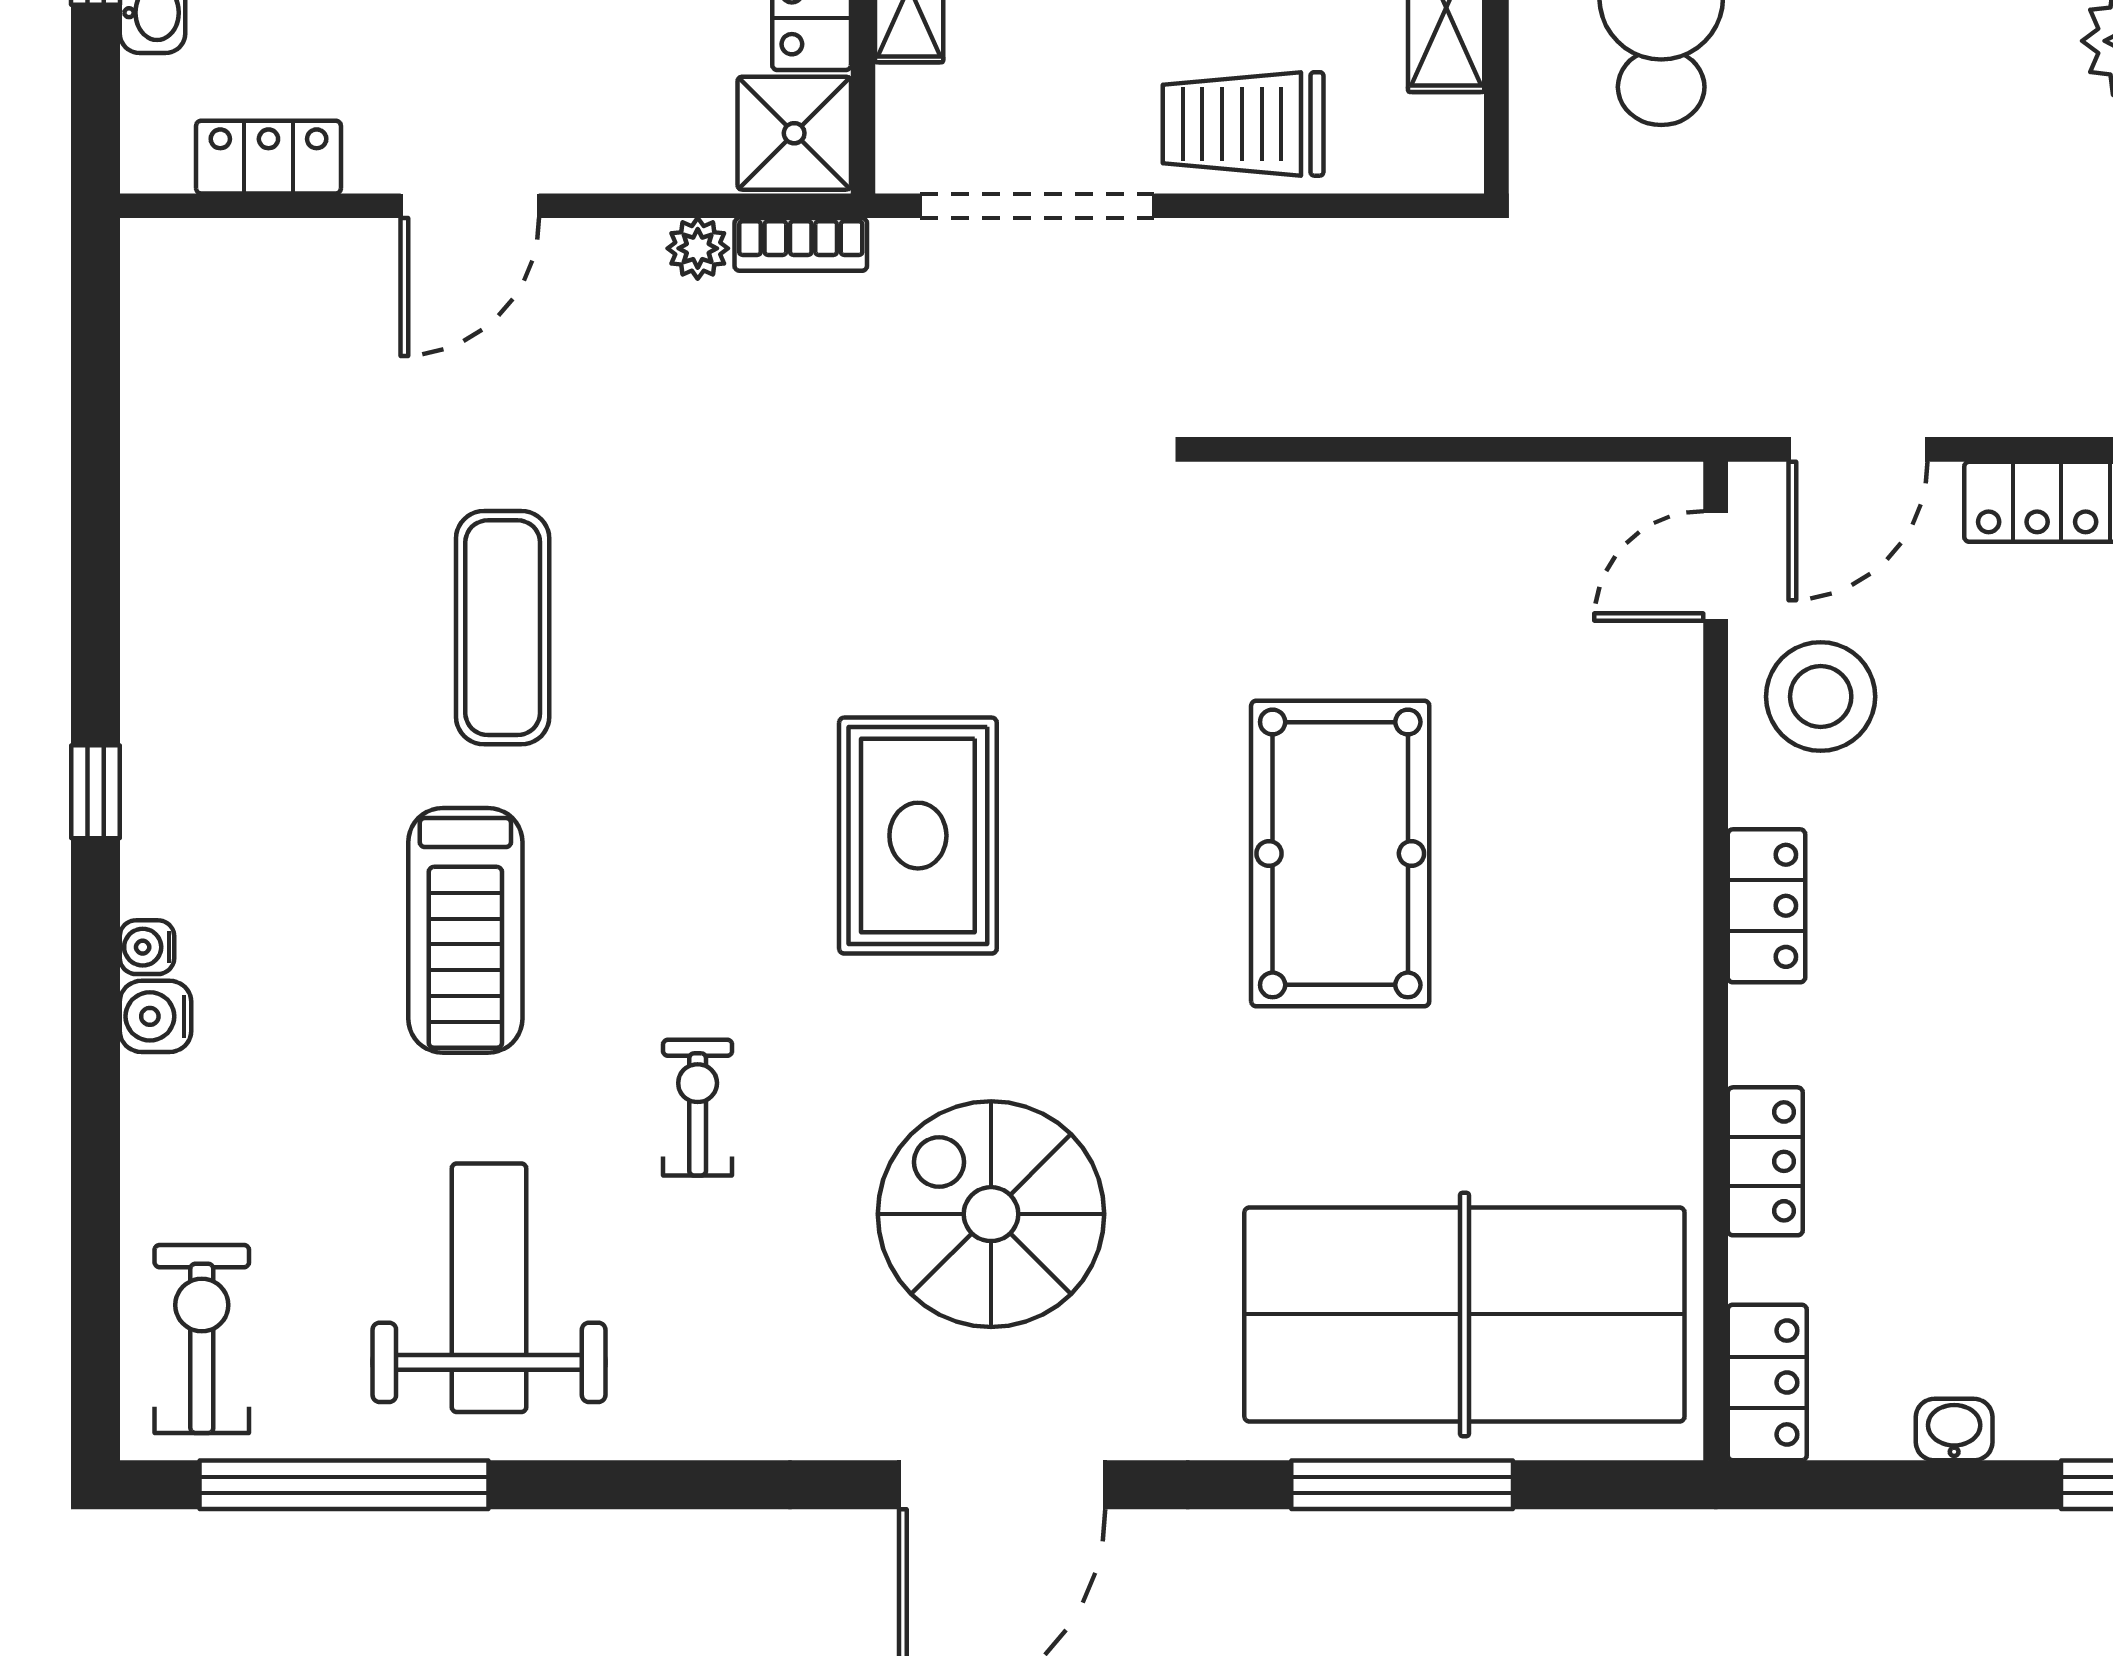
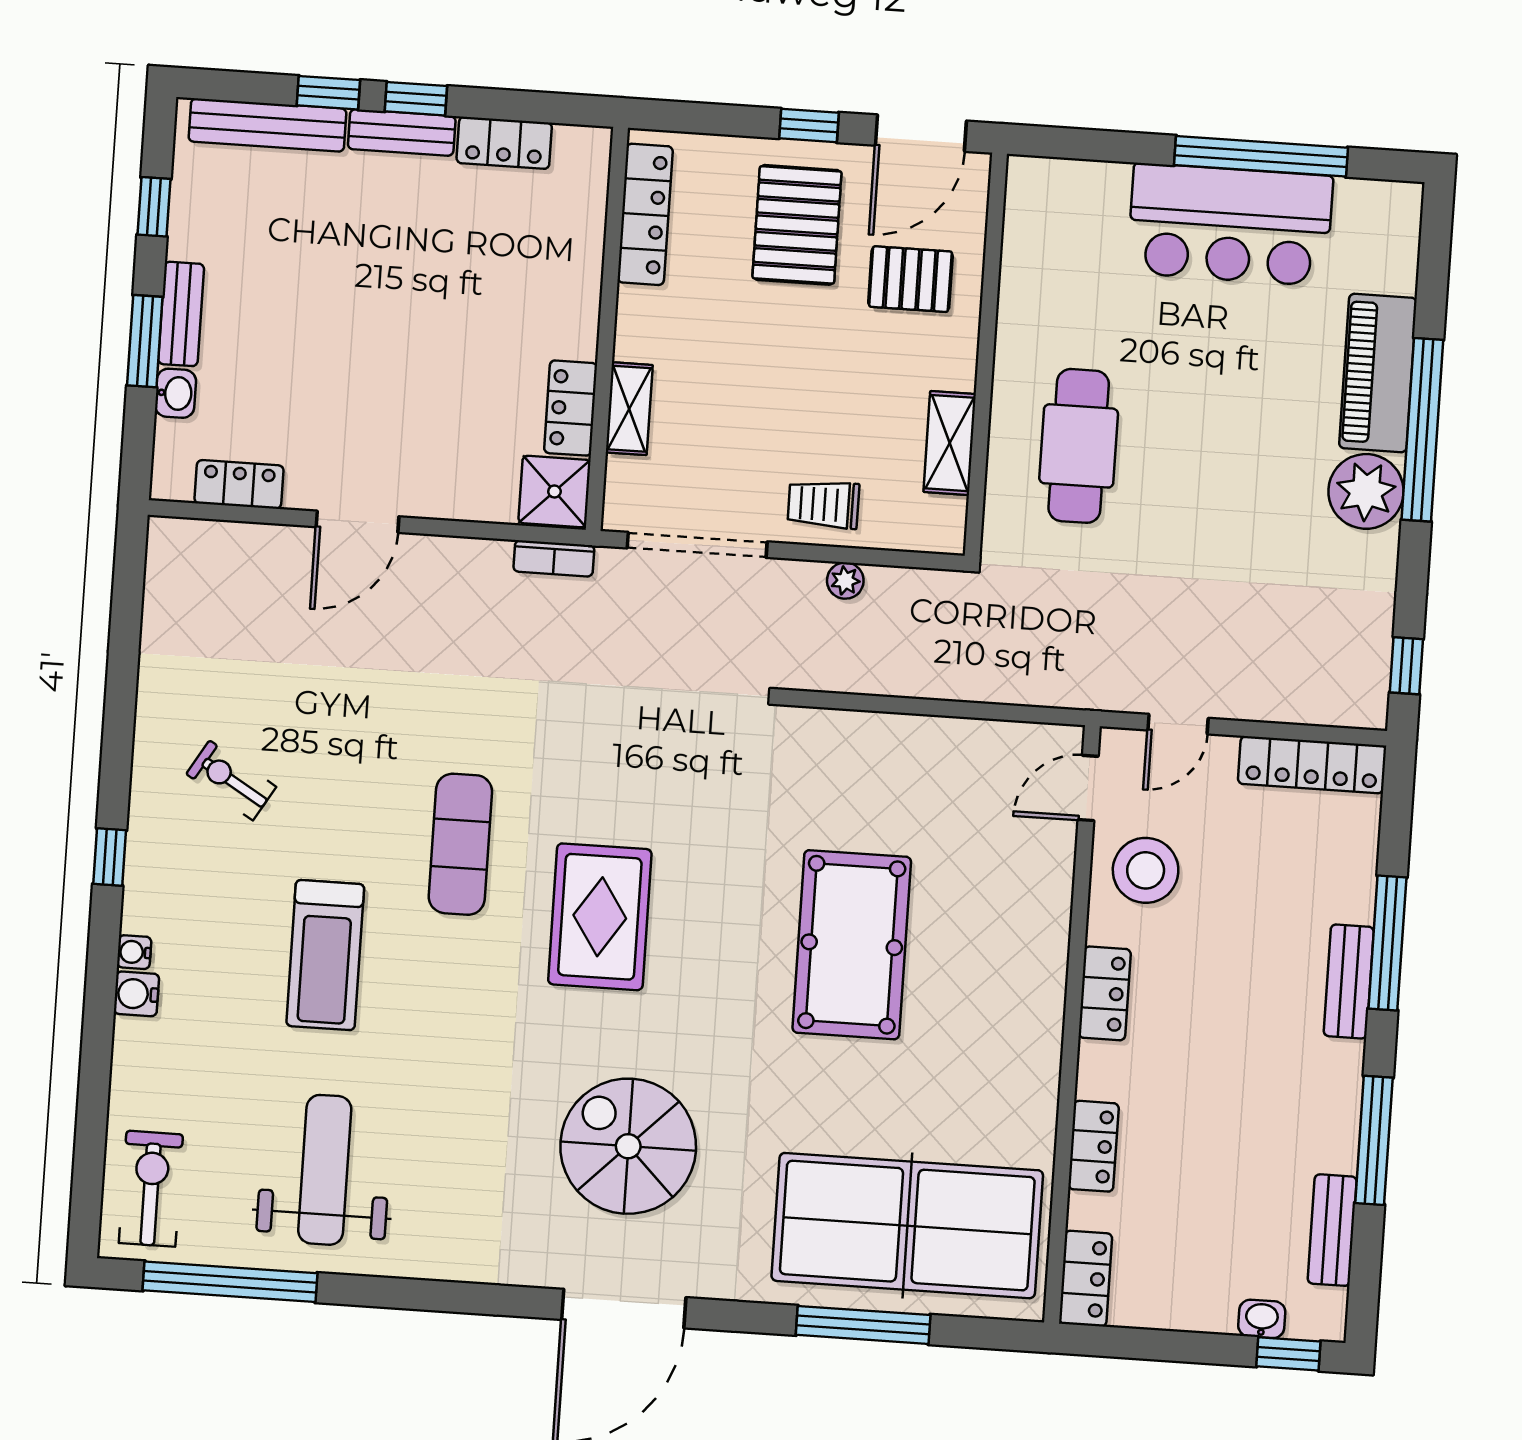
trolley: (1243, 124) -> (823, 504), width x0.73, depth x0.72
plant: (698, 248) -> (845, 581), moved
door: (1858, 449) -> (1178, 724), width x0.73
exercise mat: (503, 628) -> (460, 844), moved
exercise bike: (698, 1108) -> (231, 780), moved, turned -59
washbasin: (1954, 1430) -> (1262, 1319), moved

